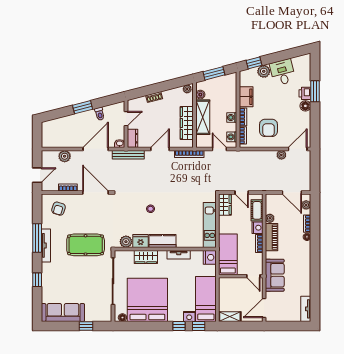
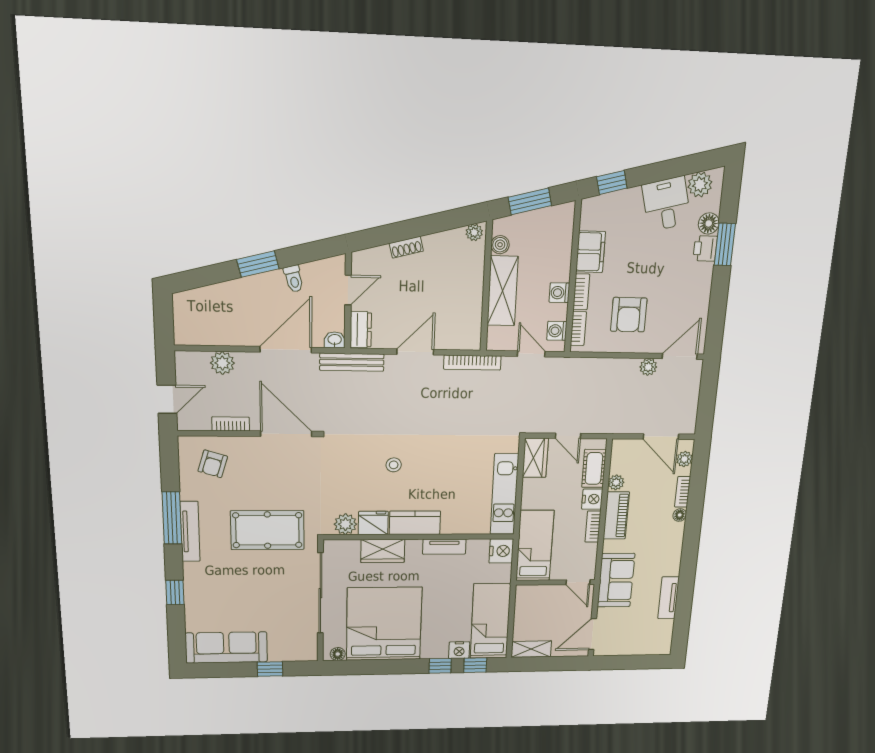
plant: (264, 71) -> (700, 184), moved
floor lamp: (305, 106) -> (709, 223), moved
wardrobe: (187, 123) -> (470, 302), removed
tv unit: (306, 309) -> (669, 598), moved

